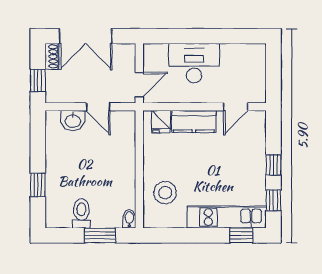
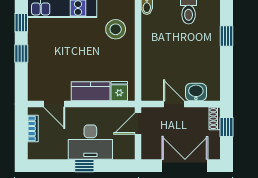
window: (201, 36) -> (84, 166), added
shoe rack: (51, 56) -> (215, 119), moved
bookcase: (260, 79) -> (33, 129), added
door: (235, 107) -> (54, 104), swing flipped

